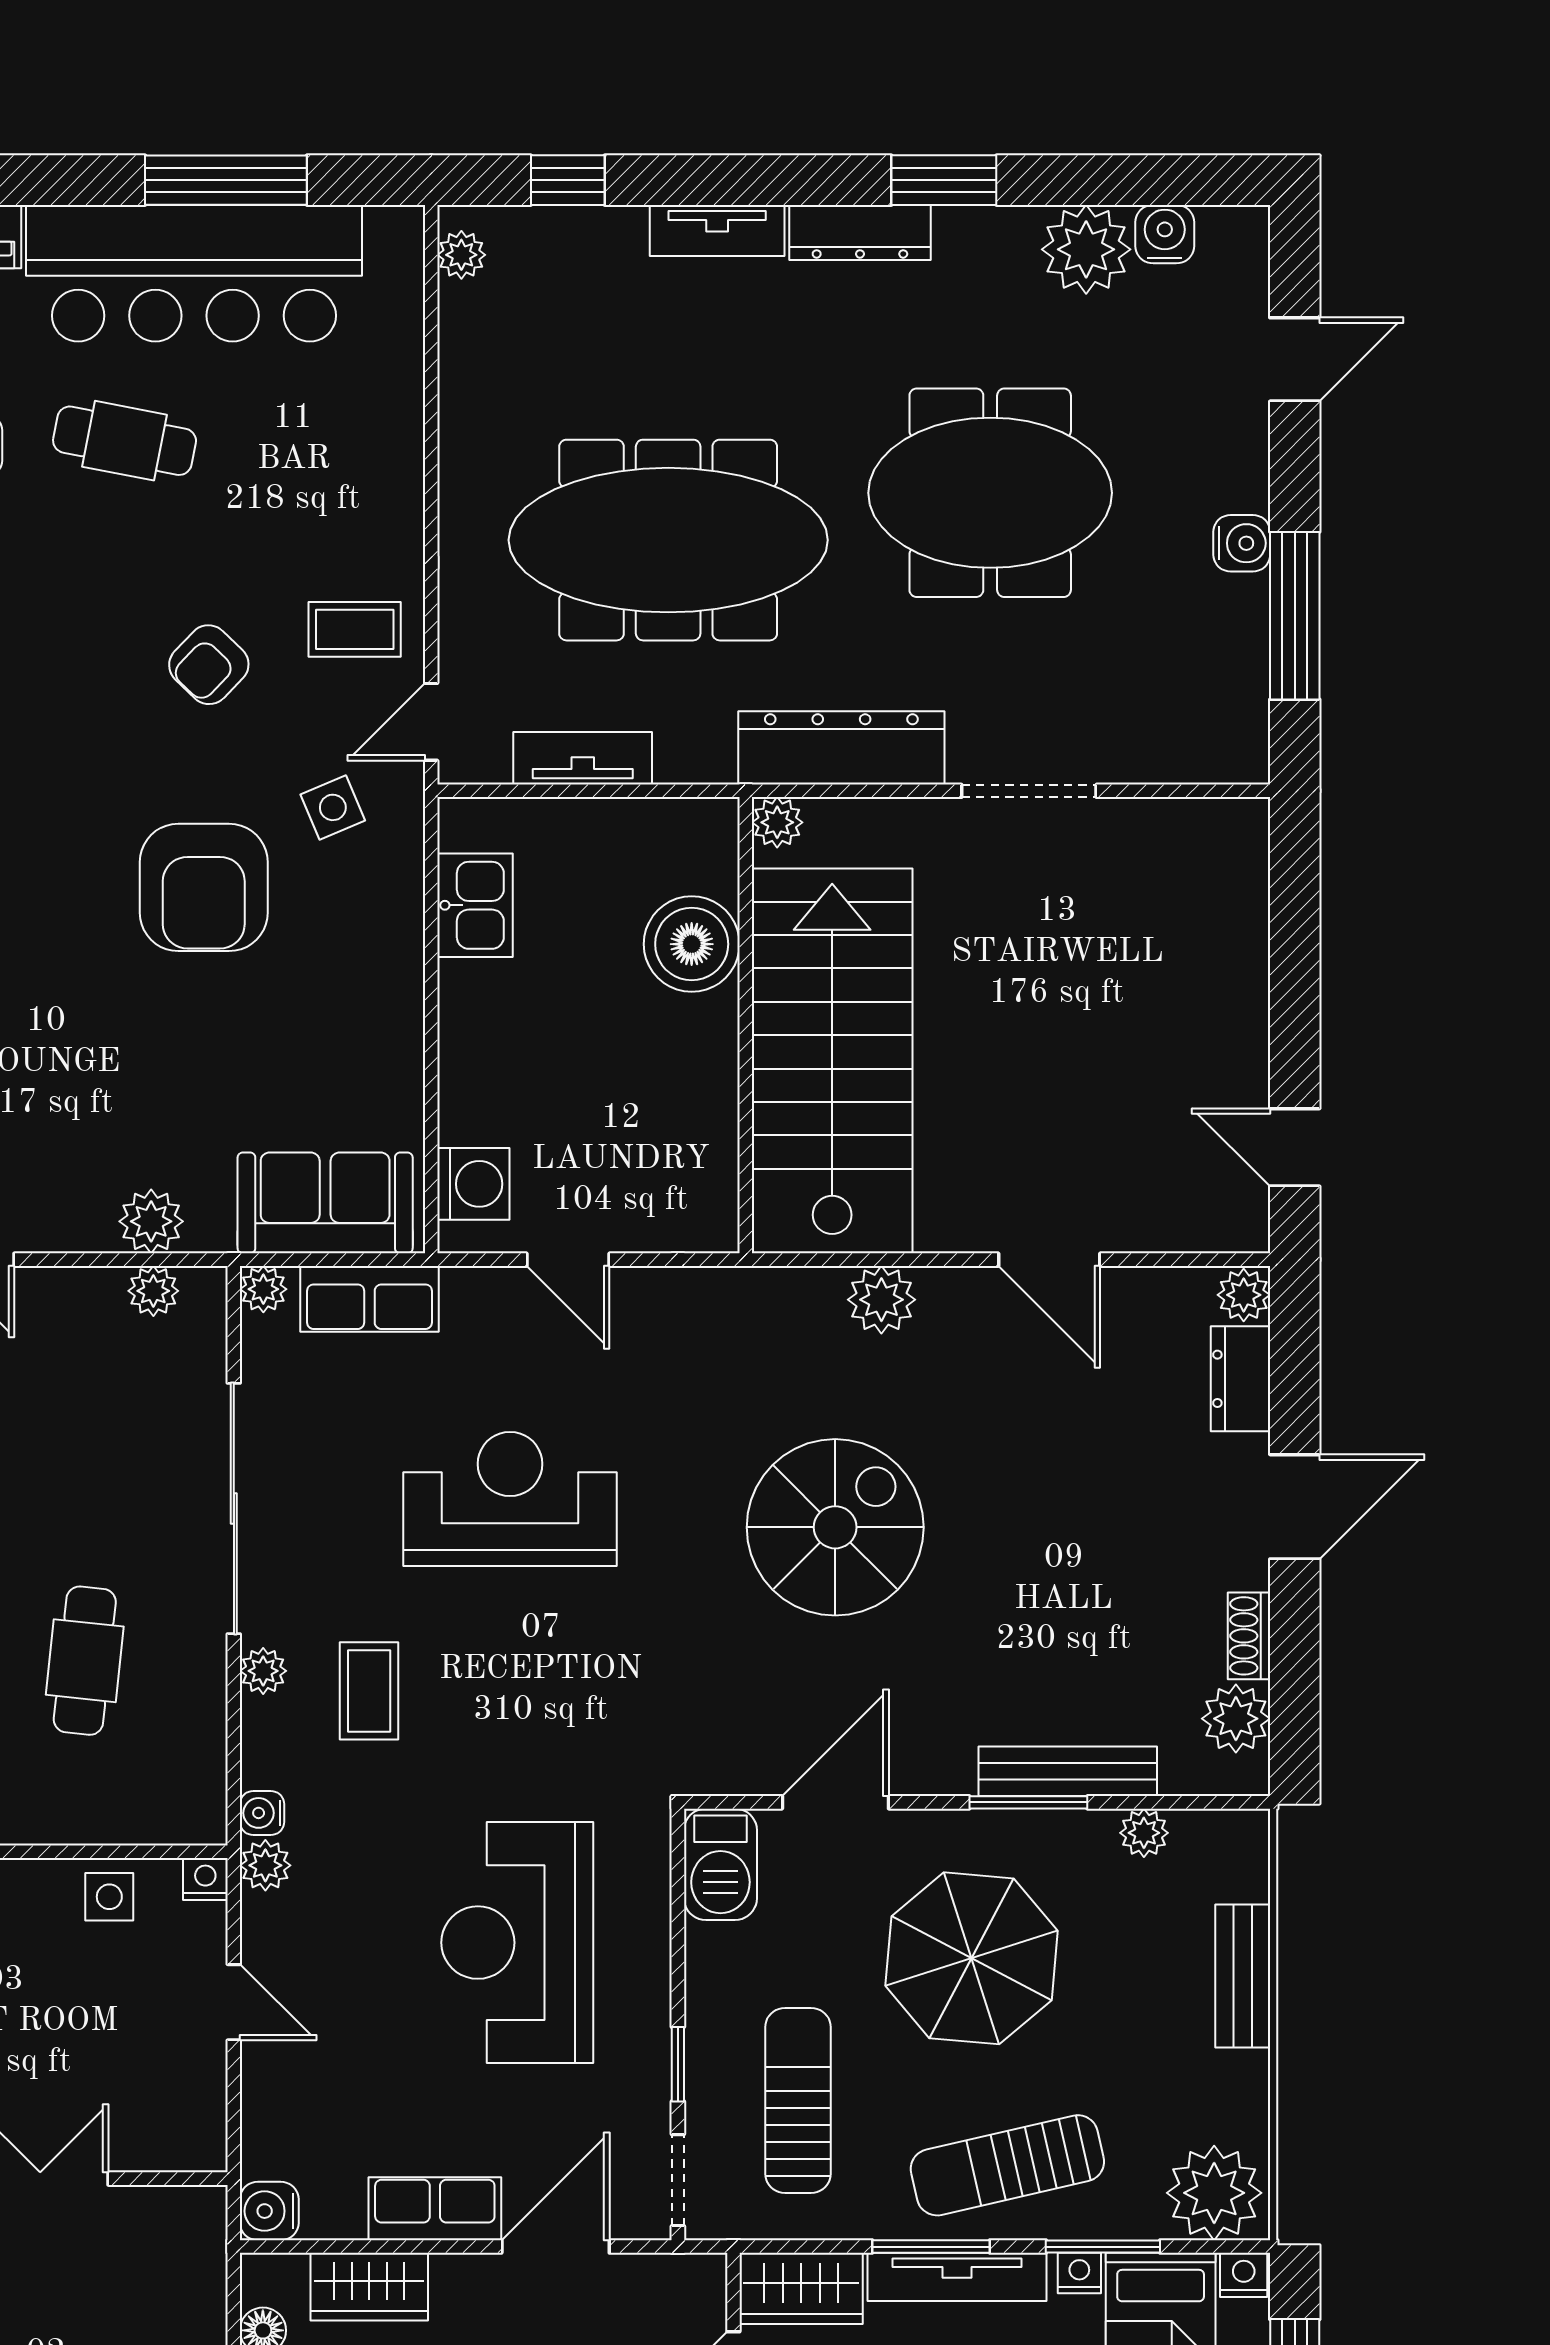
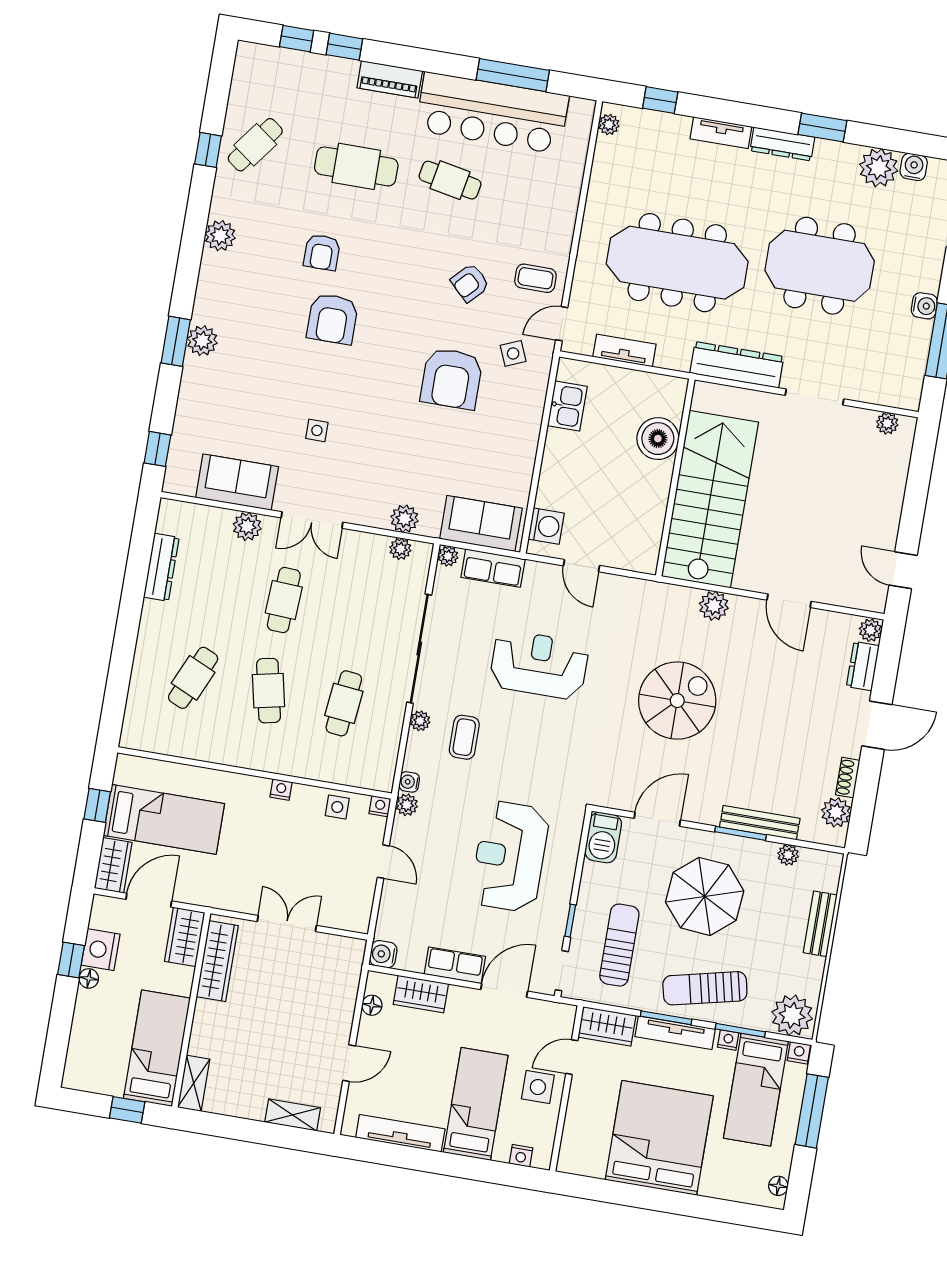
plant: (777, 822) -> (887, 423), moved

